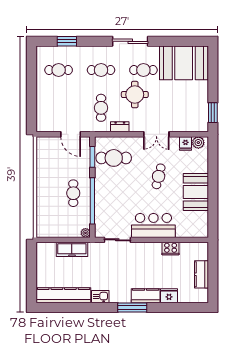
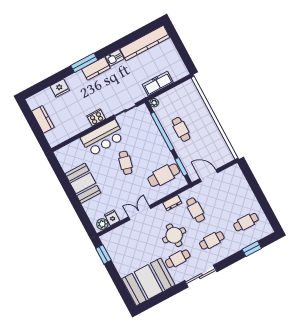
cafe table: (159, 176) -> (125, 163), moved
cooker: (171, 249) -> (96, 117), moved
kitchen counter: (146, 296) -> (96, 69), moved

